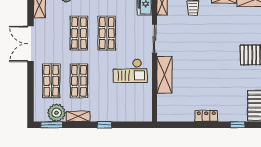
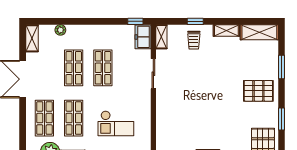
checkout: (130, 71) -> (116, 123), moved
shelving: (164, 75) -> (164, 112), removed

